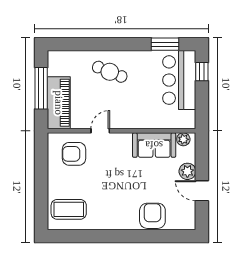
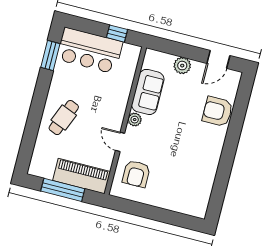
window: (202, 72) -> (117, 34), moved
plant: (183, 139) -> (135, 120), moved
door: (202, 191) -> (218, 59), moved
coffee table: (69, 209) -> (190, 193), removed

